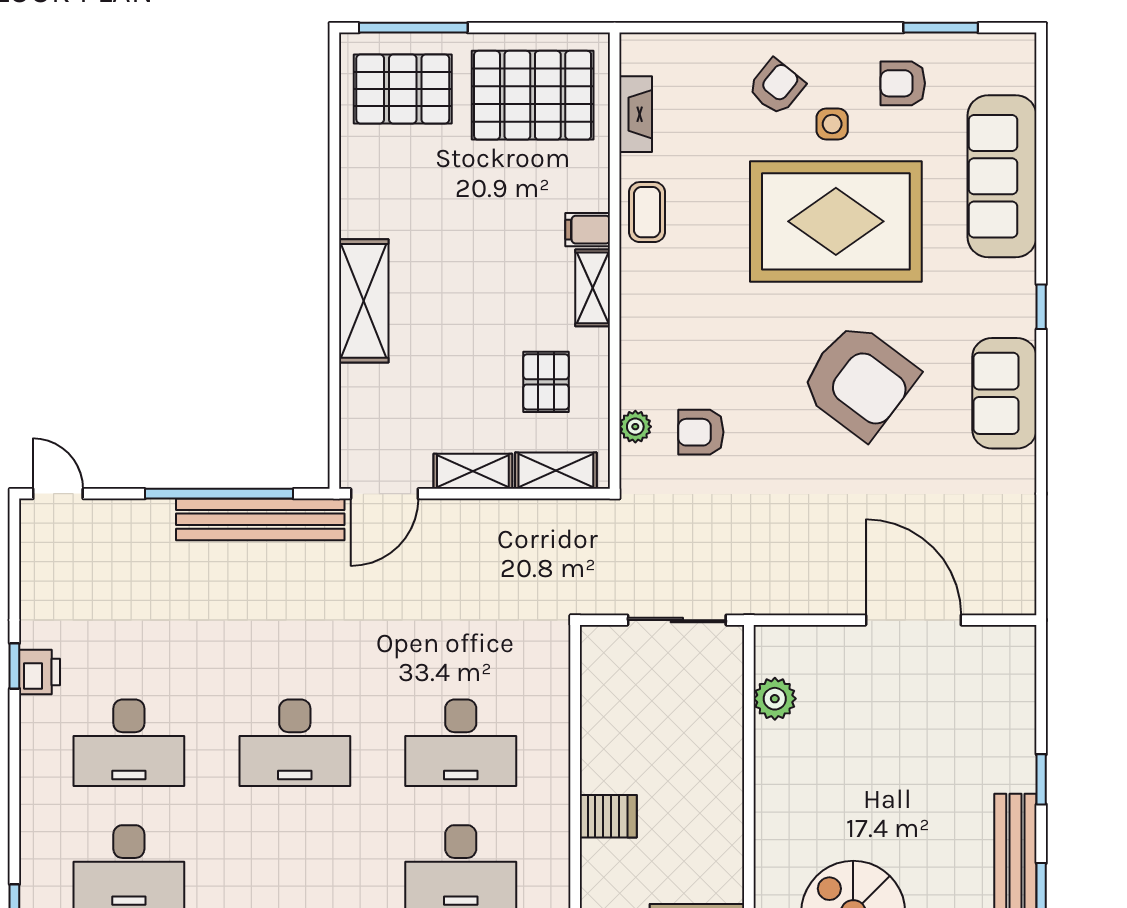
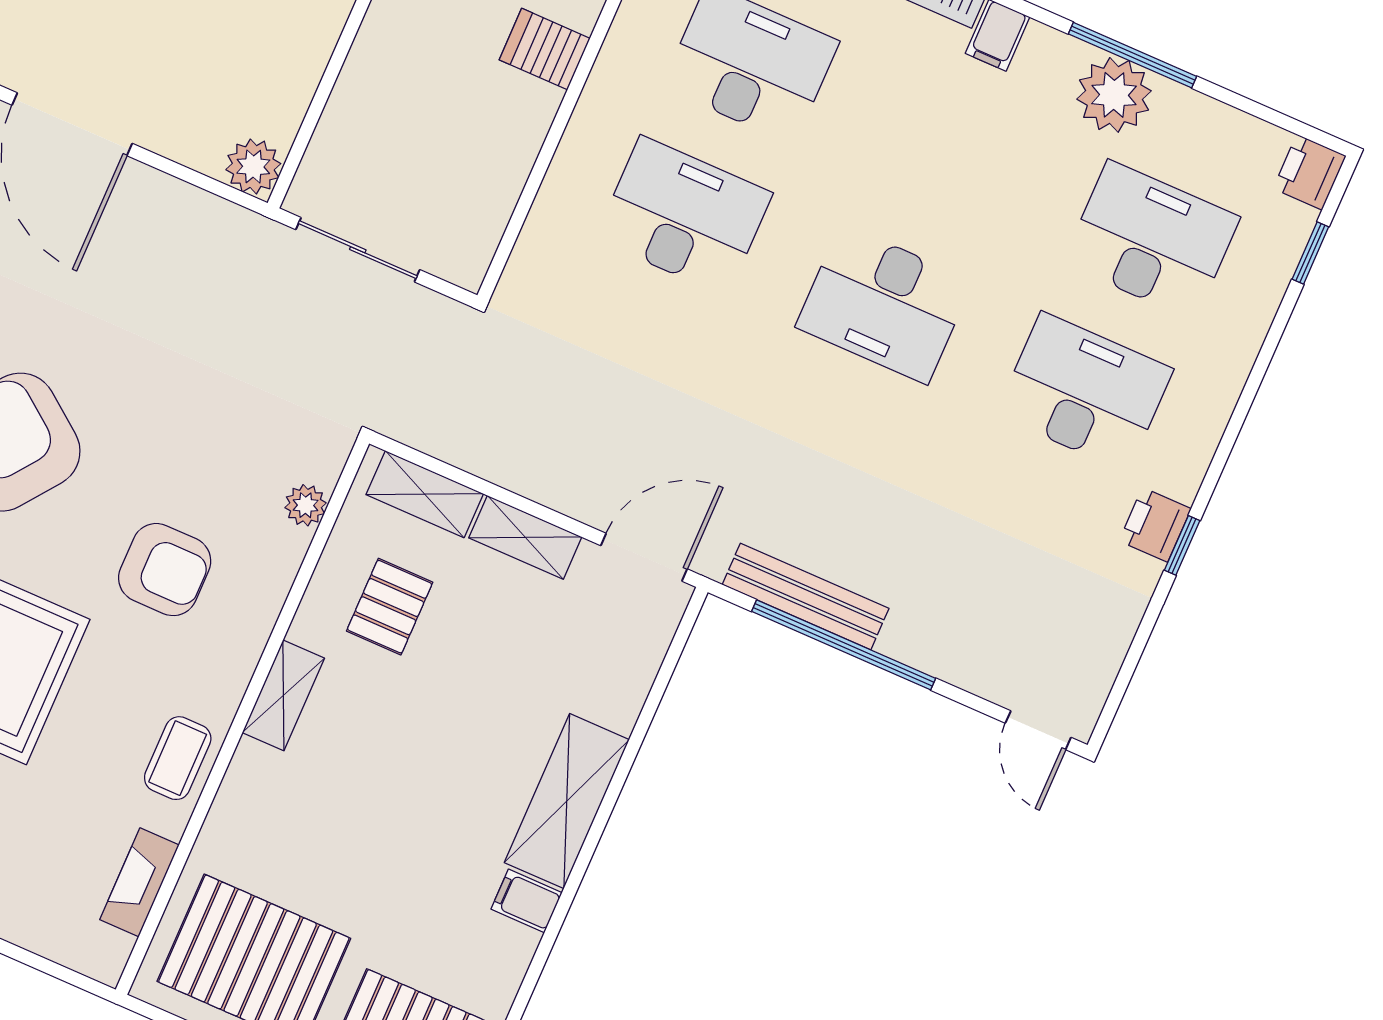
filing cabinet: (588, 230) -> (526, 901), moved, turned 180
armchair: (701, 432) -> (165, 570), moved, width x1.38, depth x1.38
bench: (260, 519) -> (806, 597), width x0.73, depth x0.82
plant: (775, 699) -> (253, 167), moved
desk: (295, 743) -> (884, 304), turned 180

